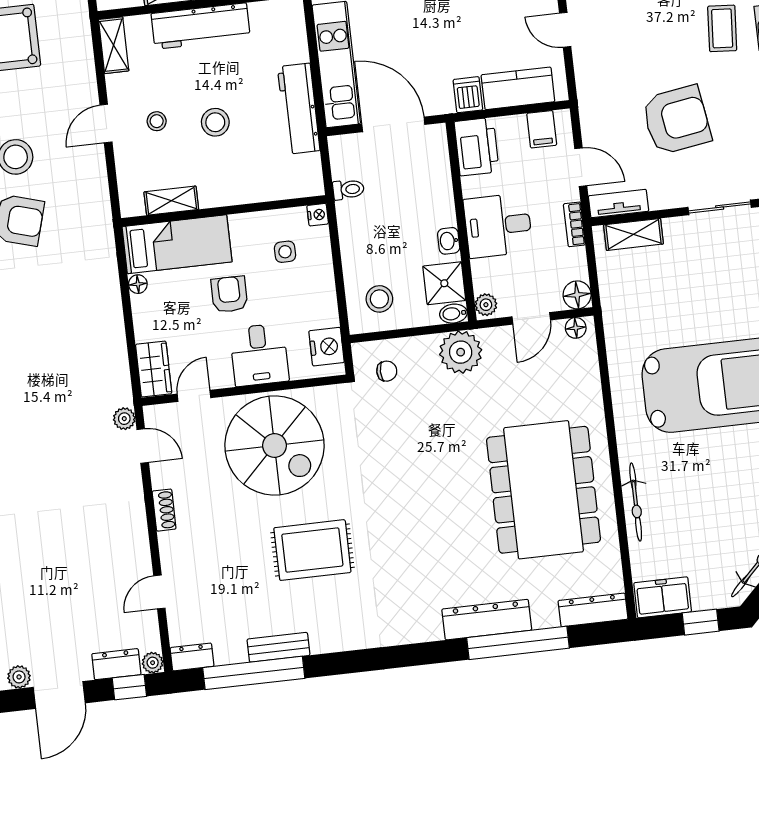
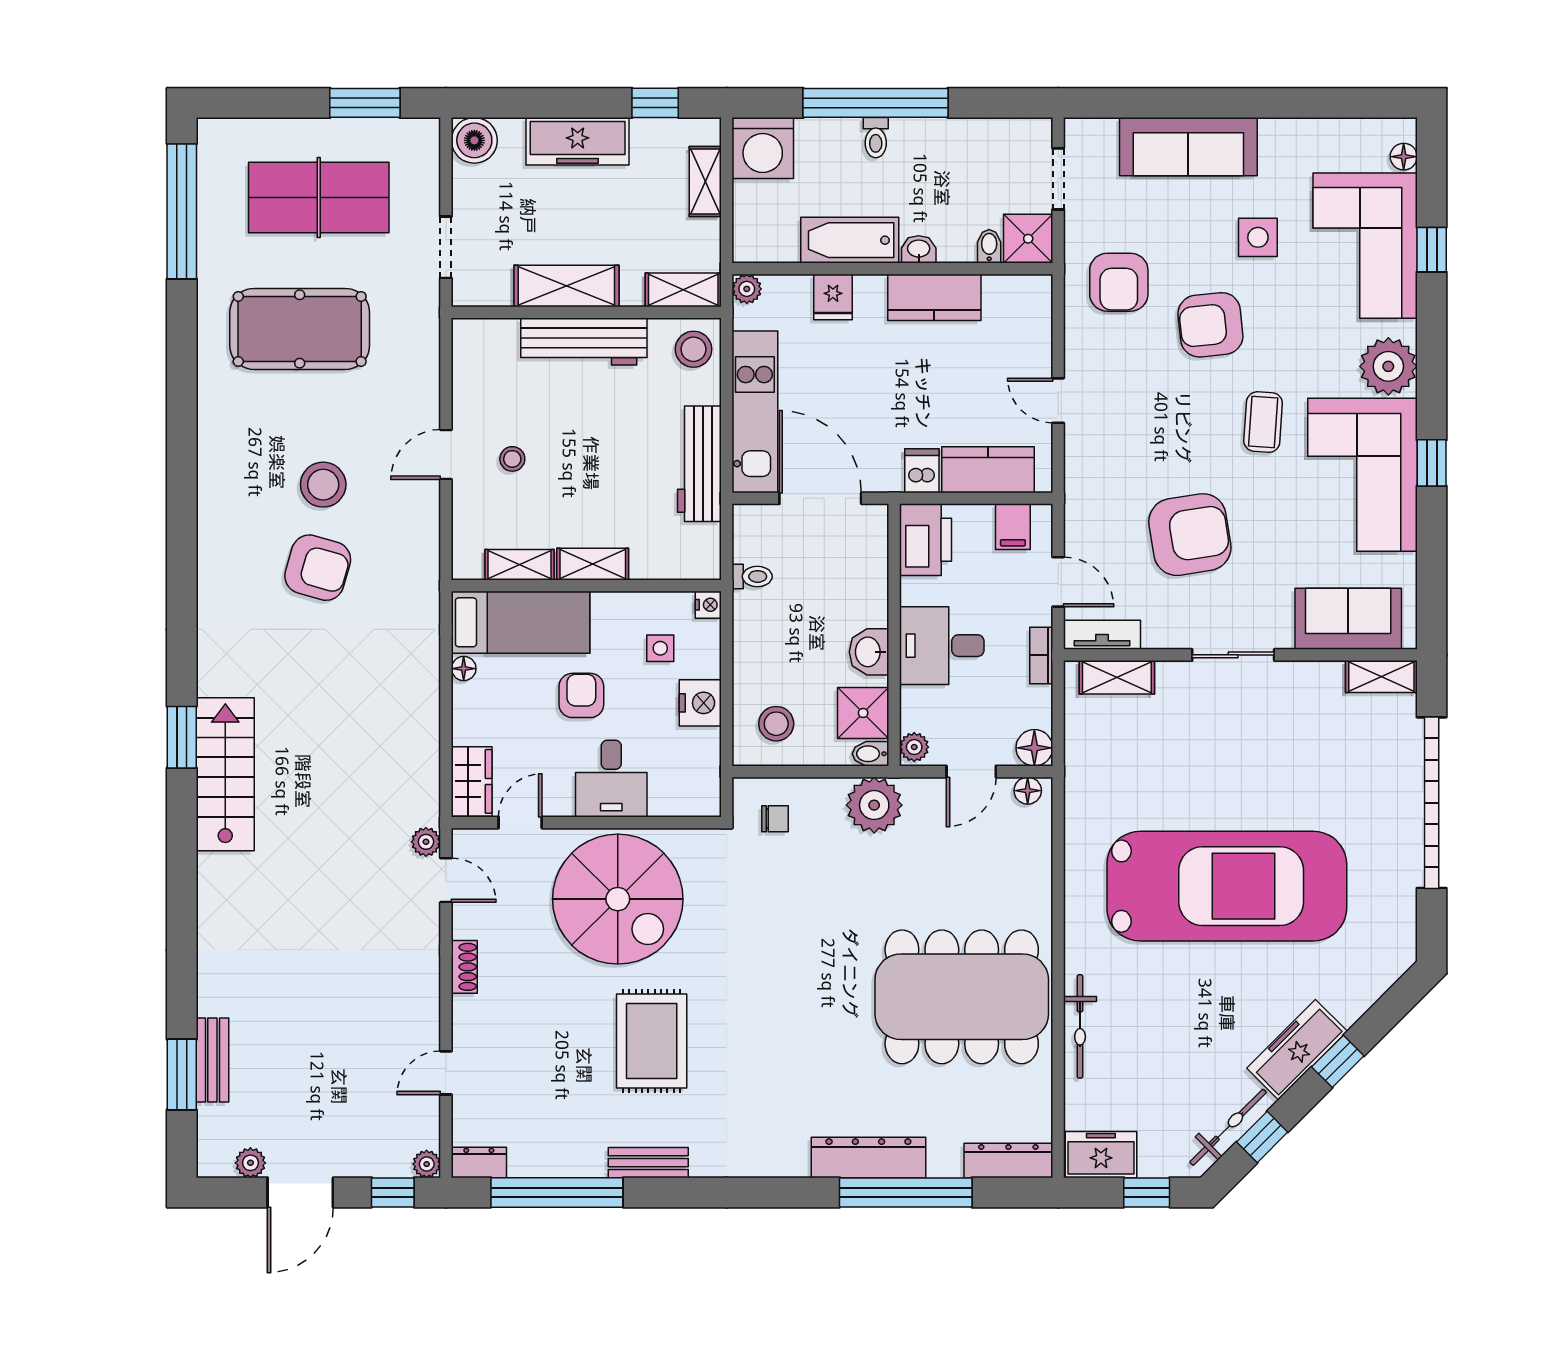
shelving: (114, 45) -> (593, 564), moved, turned 90
stool: (215, 122) -> (693, 349), moved
washbasin: (449, 241) -> (869, 652), width x1.38, depth x1.45
nightstand: (326, 347) -> (700, 703), moved
dining table: (544, 490) -> (962, 997), turned 90
rug: (312, 550) -> (652, 1041), turned 90
bench: (278, 647) -> (648, 1163), moved
dresser: (116, 664) -> (379, 1161), removed

